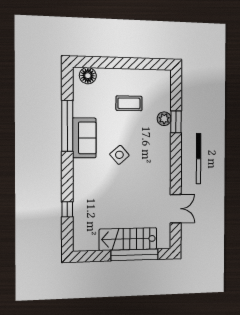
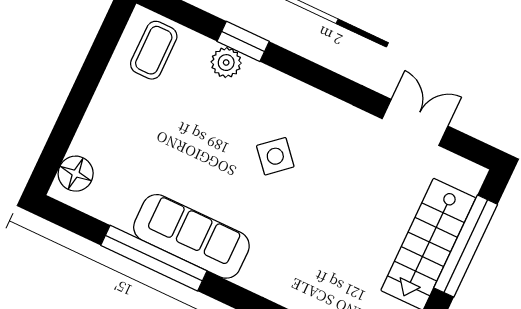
coffee table: (129, 103) -> (154, 50), moved
sofa: (84, 138) -> (191, 236), width x1.36
side table: (119, 155) -> (275, 156), moved

